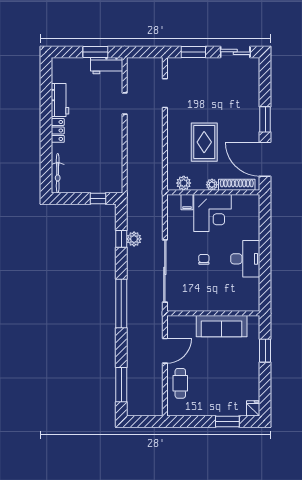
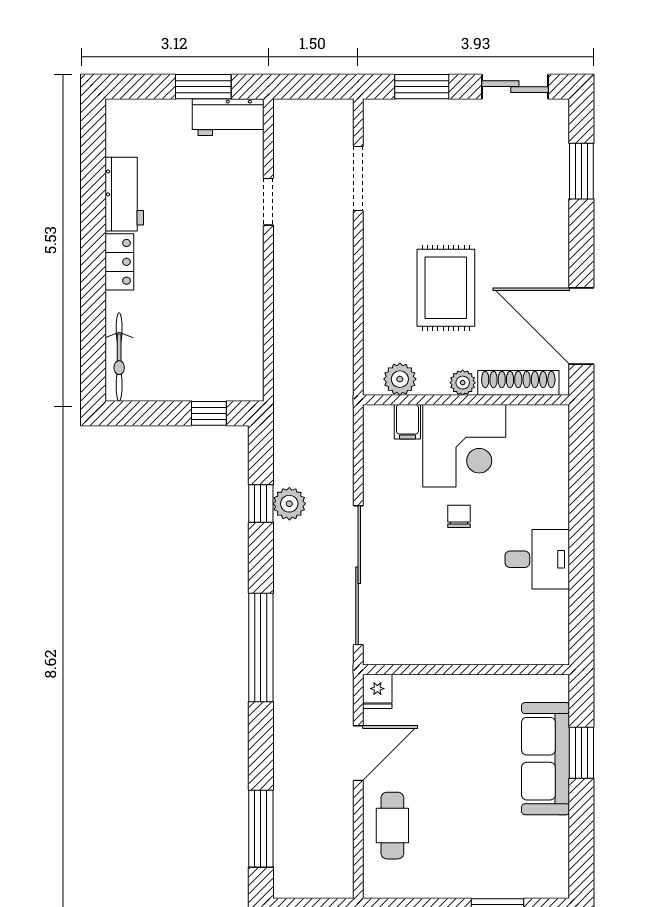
window: (265, 119) -> (581, 171), moved
chair: (204, 259) -> (459, 516), moved
desk: (245, 259) -> (537, 559), width x0.73
sofa: (222, 326) -> (546, 759), moved, turned 90
fridge: (253, 408) -> (377, 691), moved, turned 180

